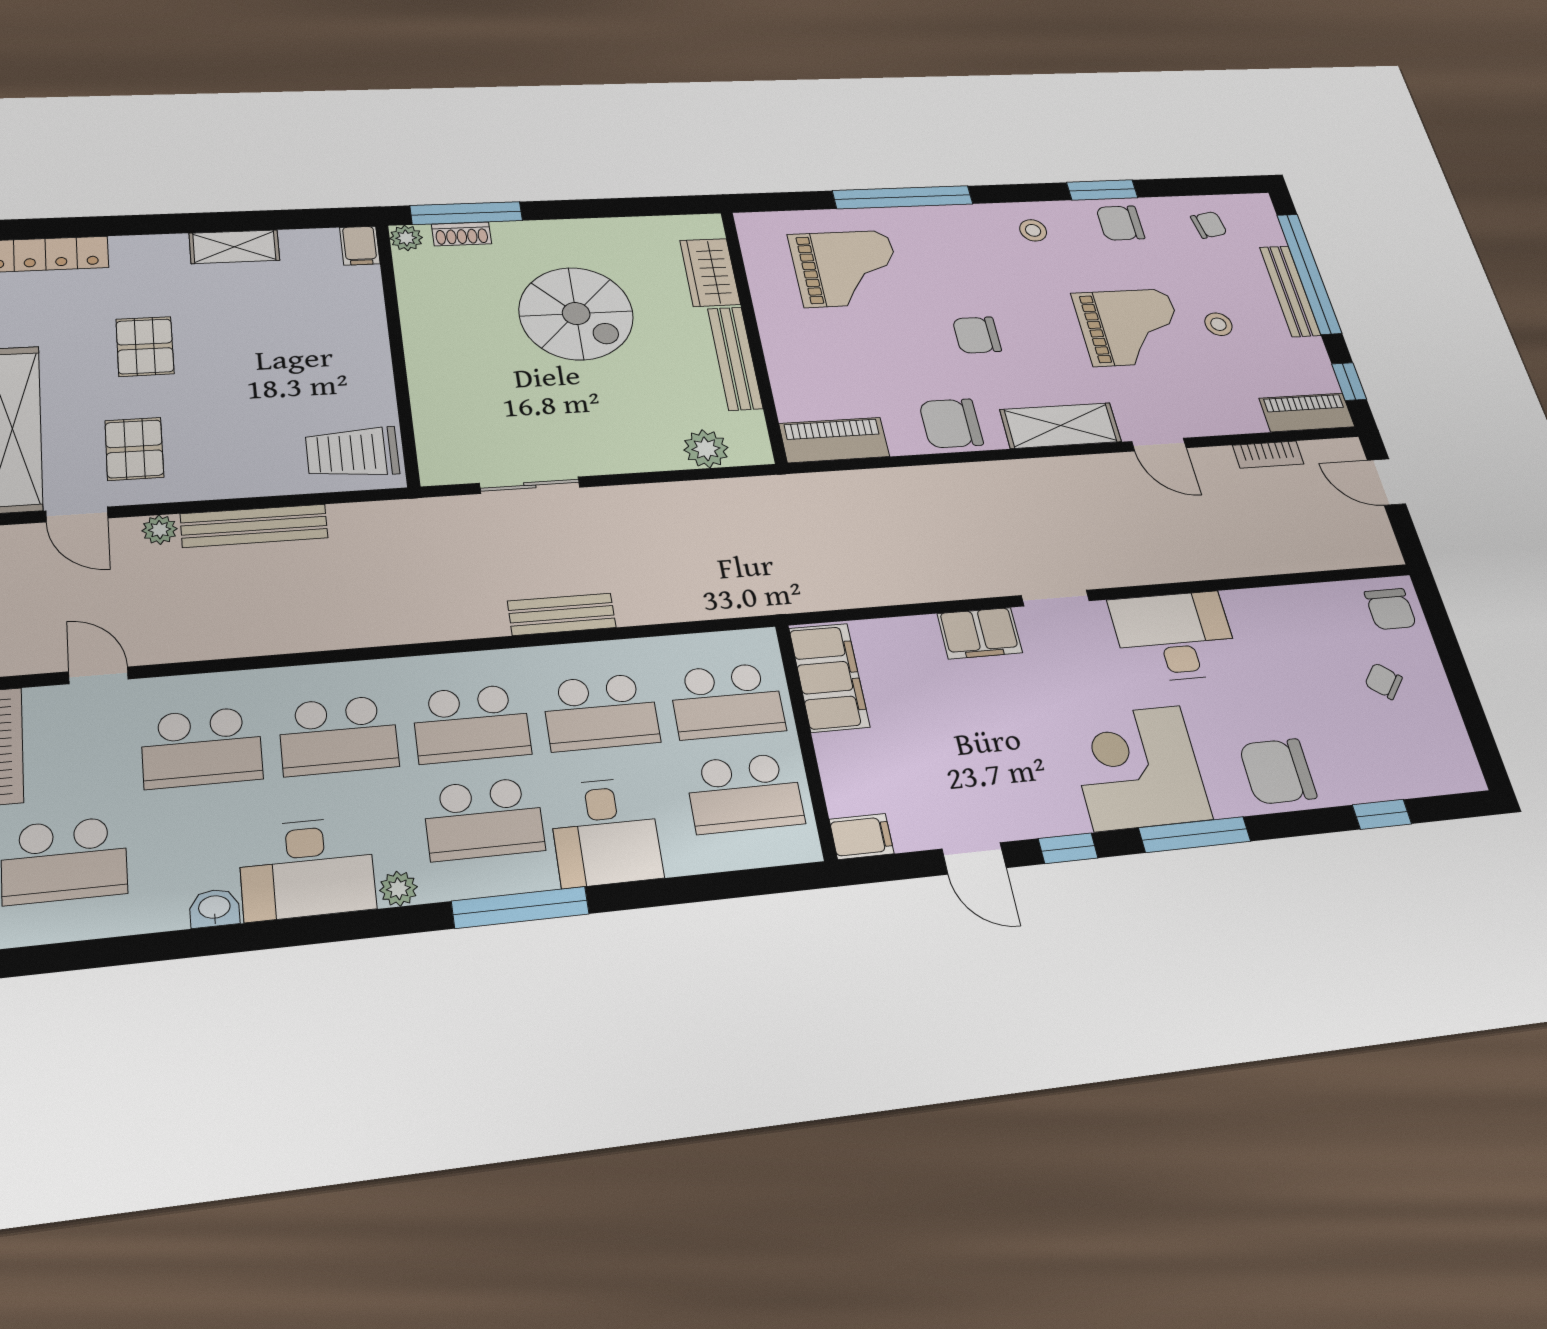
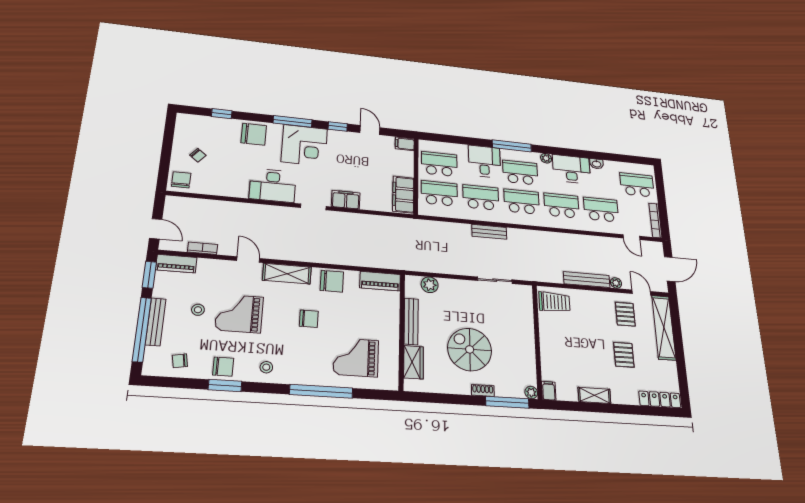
shoe rack: (461, 234) -> (483, 390), moved
window: (1349, 382) -> (149, 275), width x1.50

